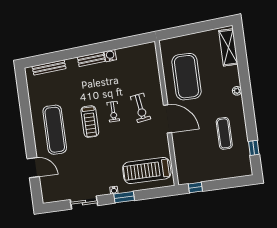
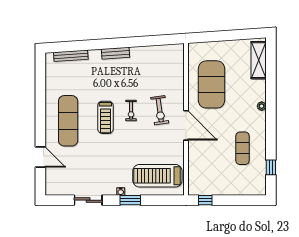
water cooler: (110, 56) -> (136, 52), removed

